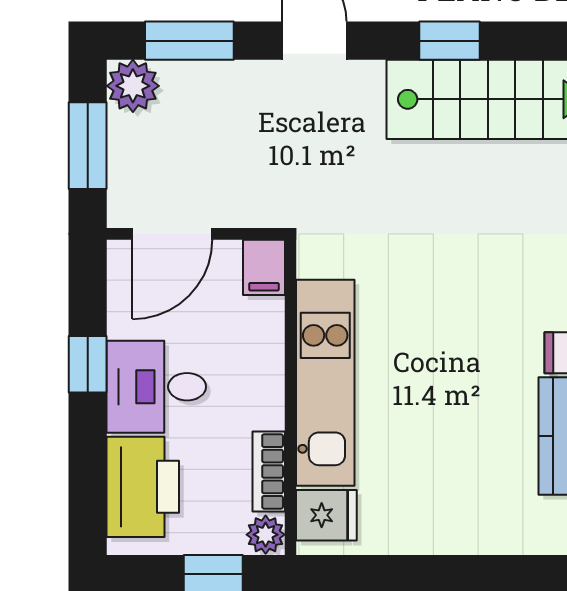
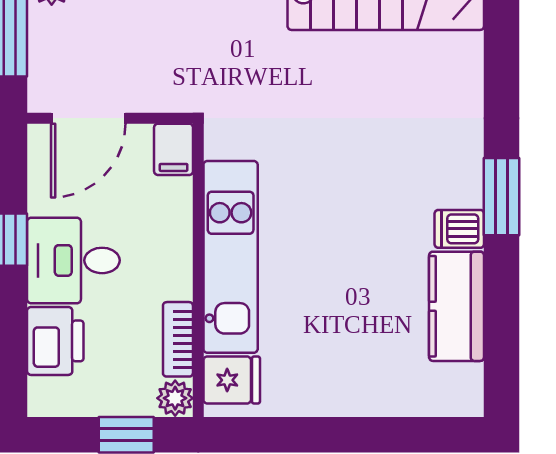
printer: (143, 487) -> (55, 341), width x0.73, depth x0.84

